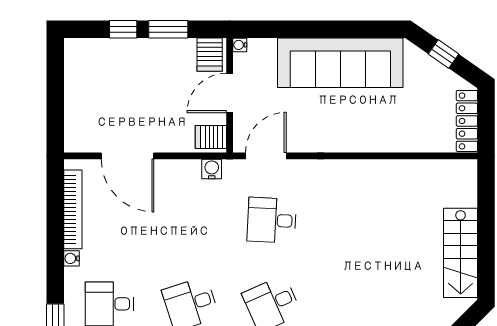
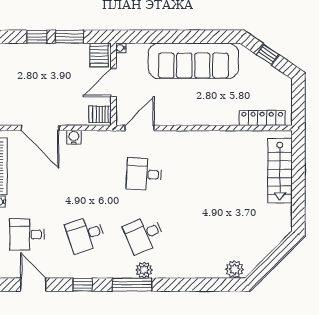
locker: (467, 121) -> (262, 118), moved, turned 90
water cooler: (212, 169) -> (74, 137), moved
stairs: (461, 253) -> (280, 171), moved

